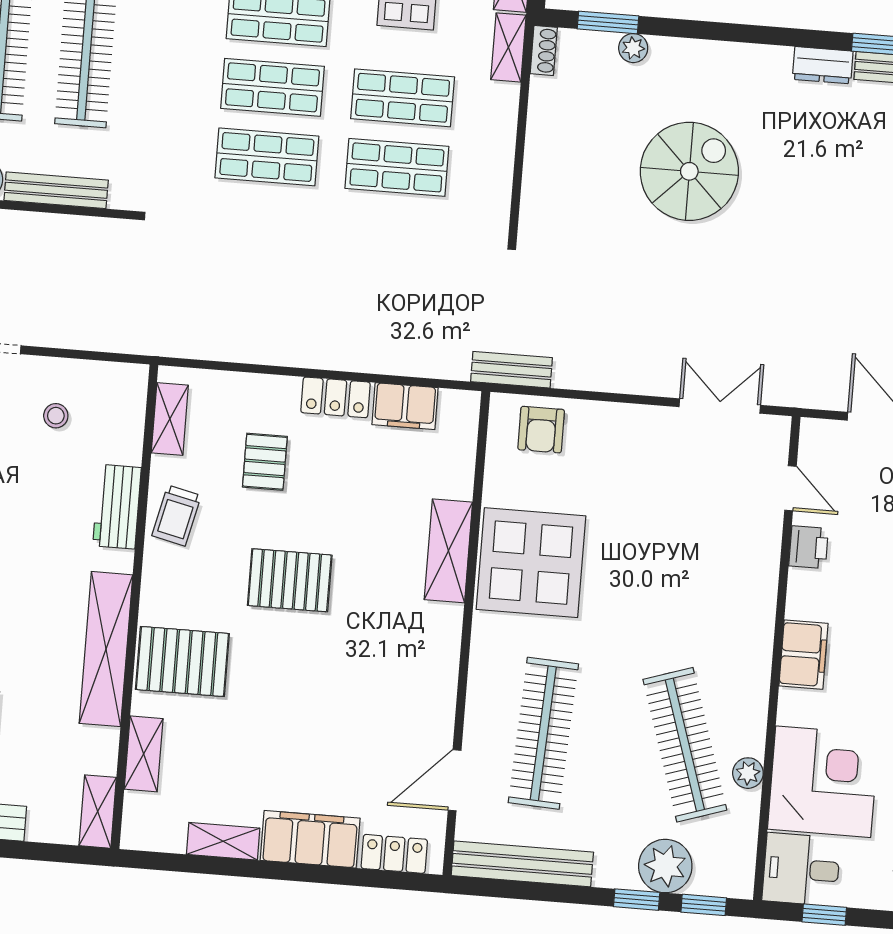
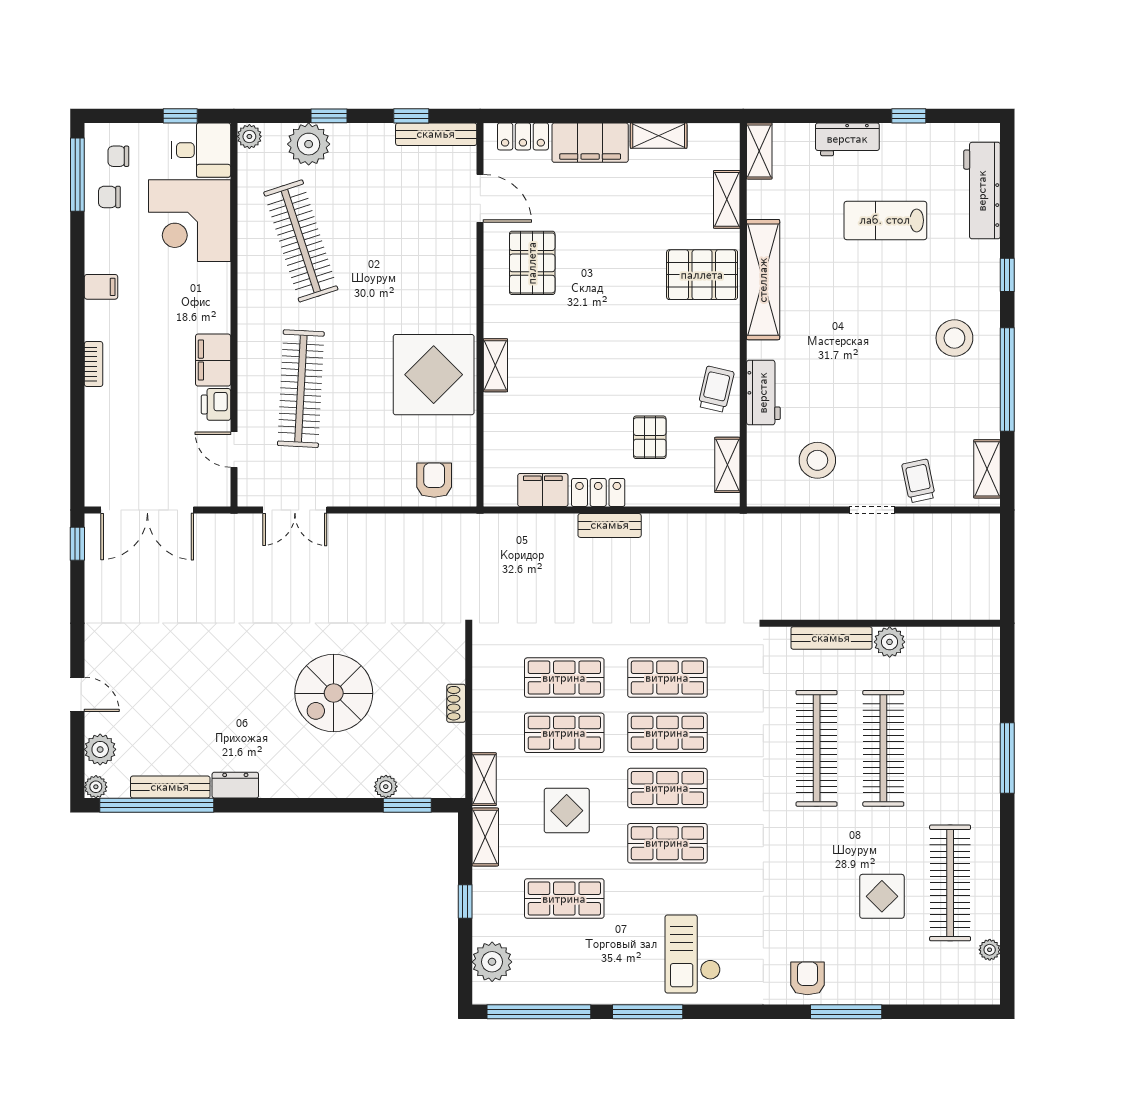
shoe rack: (544, 51) -> (456, 703), moved
bench: (512, 370) -> (610, 525), moved
stool: (56, 416) -> (817, 460), width x1.89, depth x1.89
shelving: (448, 551) -> (495, 365), width x0.67, depth x0.75
pallet: (290, 580) -> (532, 263), moved, turned 90
filing cabinet: (804, 655) -> (213, 360), moved
clothes rail: (543, 733) -> (301, 389), moved
plant: (748, 773) -> (249, 136), moved
door: (455, 780) -> (480, 198), hinge flipped
bench: (522, 864) -> (436, 134), width x0.73, depth x0.82
window: (704, 905) -> (411, 116), moved

